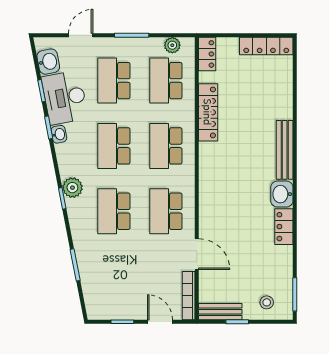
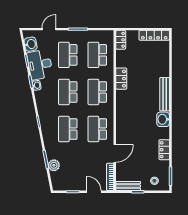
plant: (172, 45) -> (101, 35), removed
locker: (208, 112) -> (121, 79), width x0.66
plant: (72, 188) -> (54, 165), moved
locker: (284, 227) -> (164, 150), moved
door: (197, 254) -> (115, 153), hinge flipped

